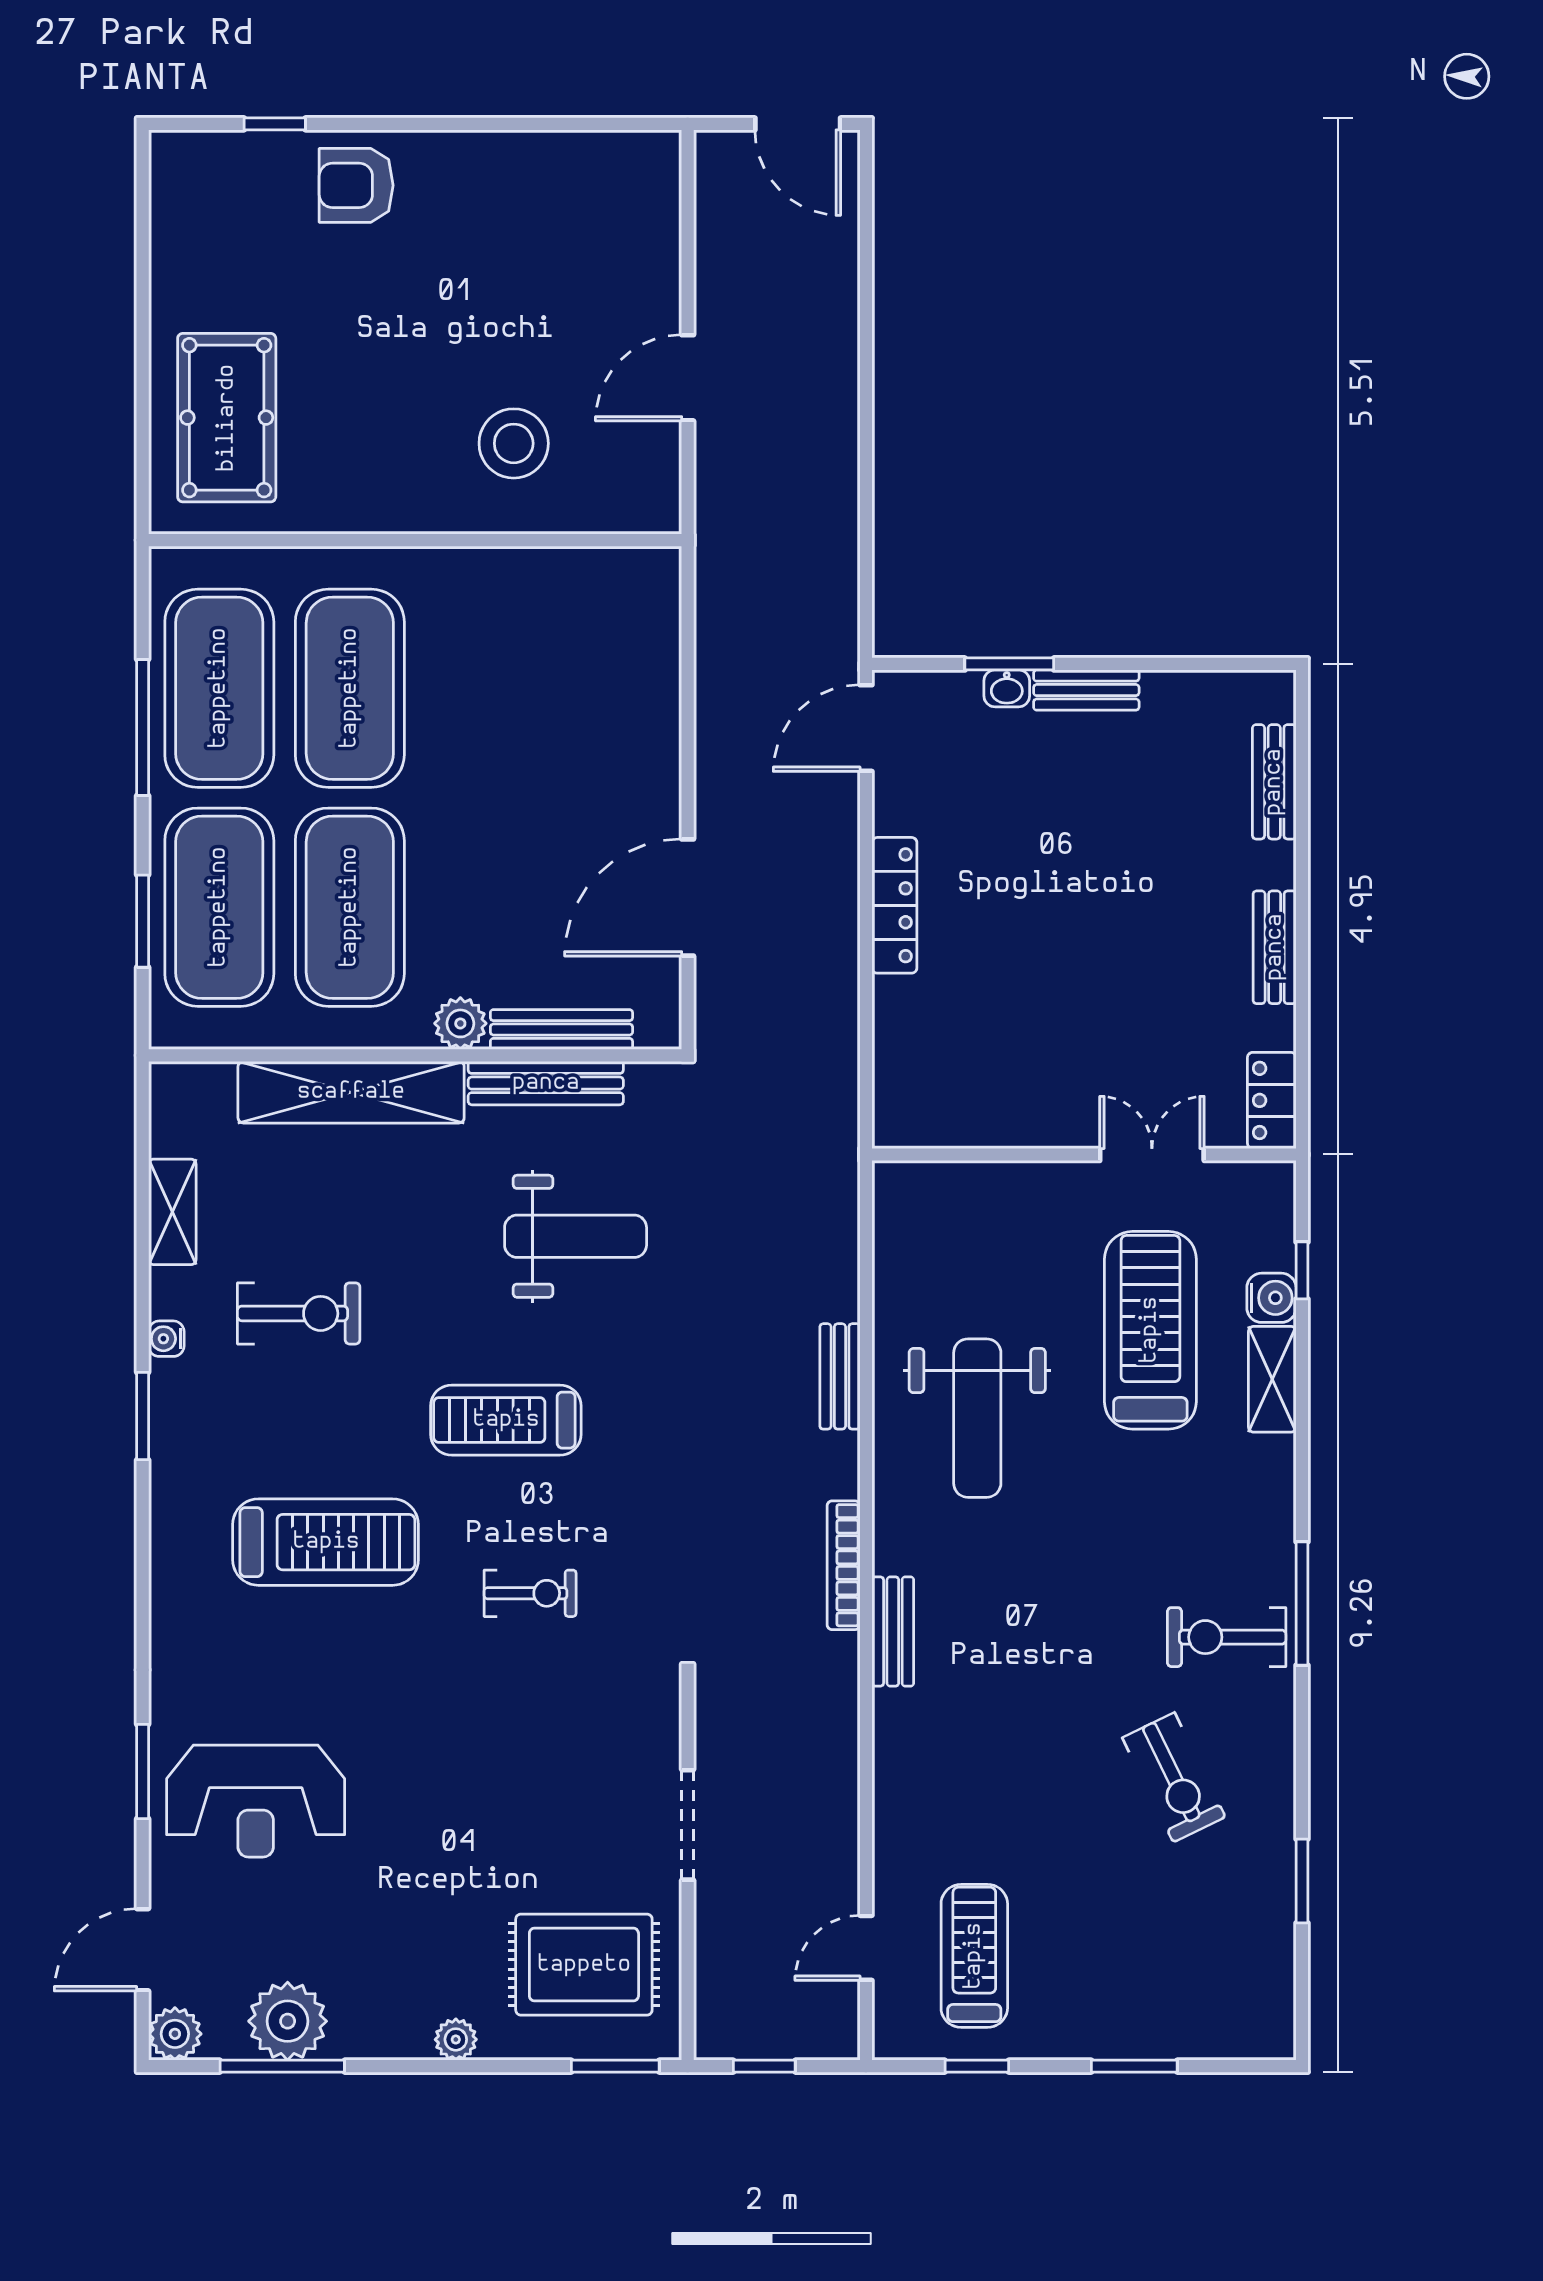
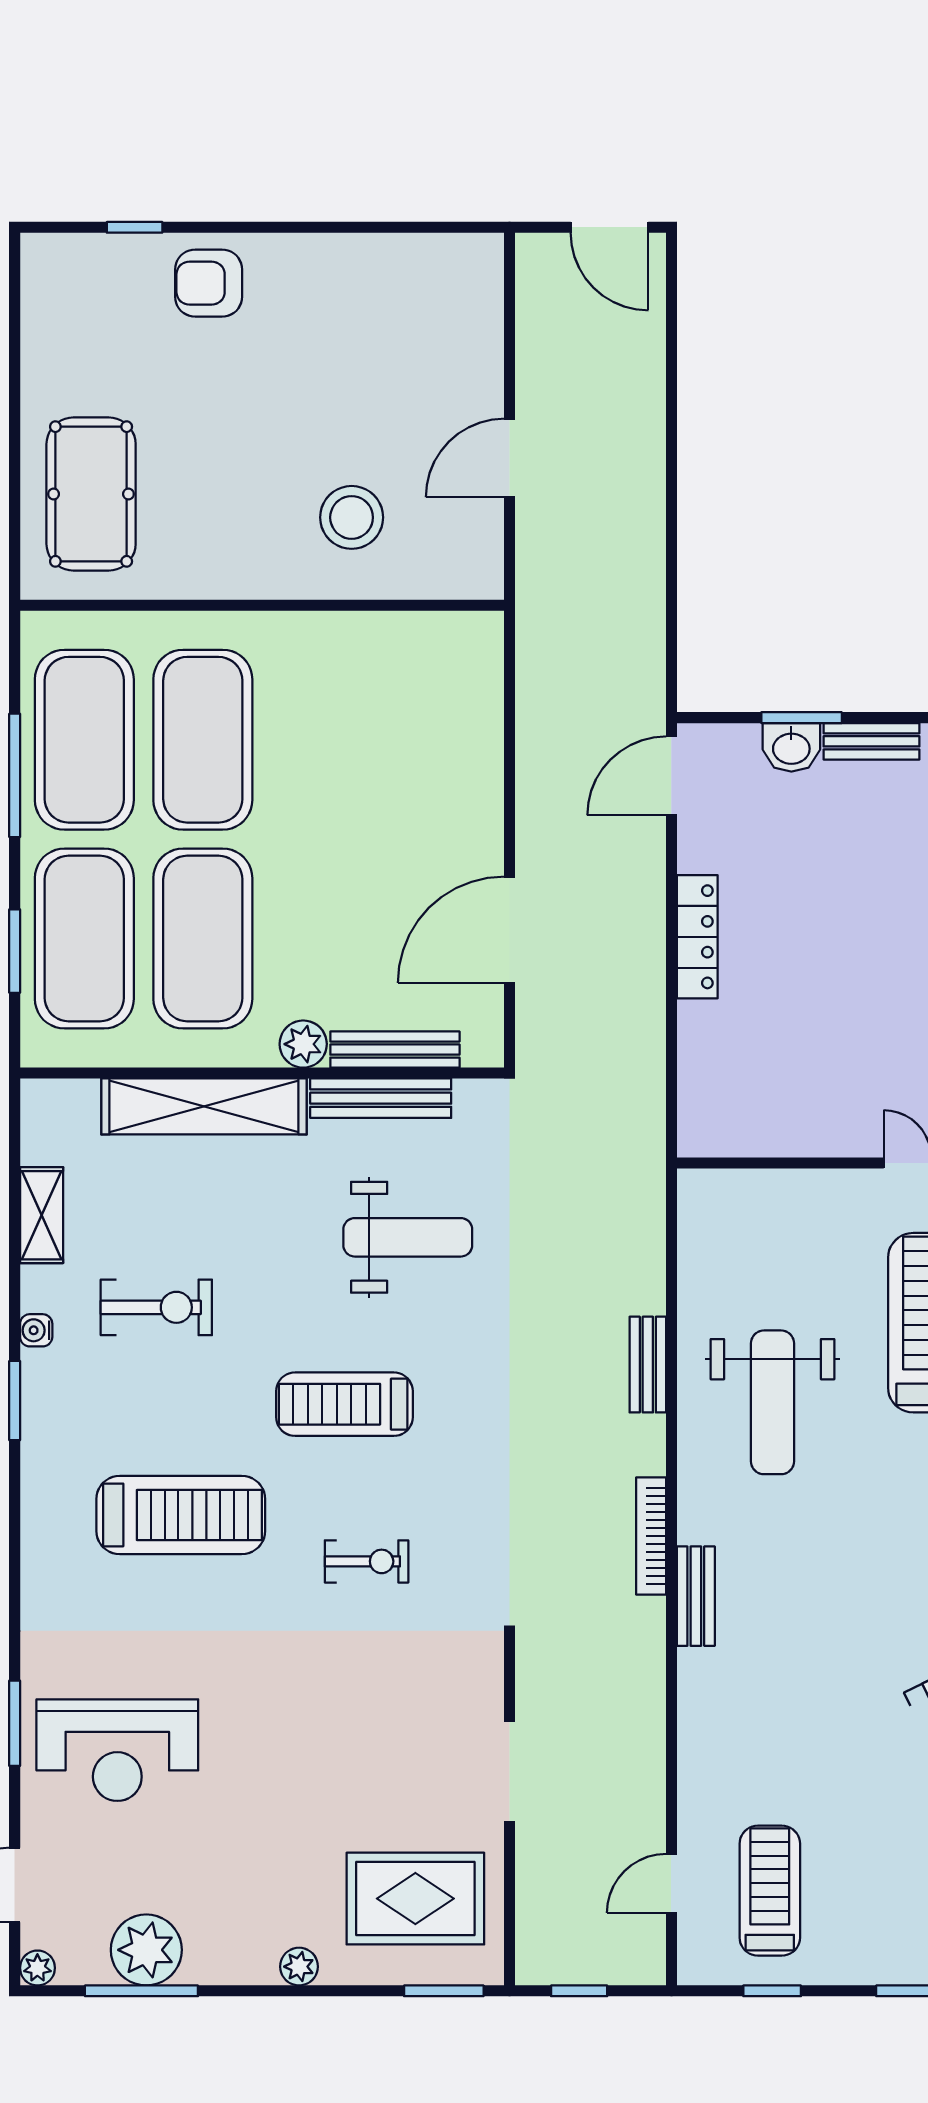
washbasin: (1007, 688) -> (791, 747), width x1.38, depth x1.45
plant: (175, 2034) -> (37, 1968), width x0.73, depth x0.73

